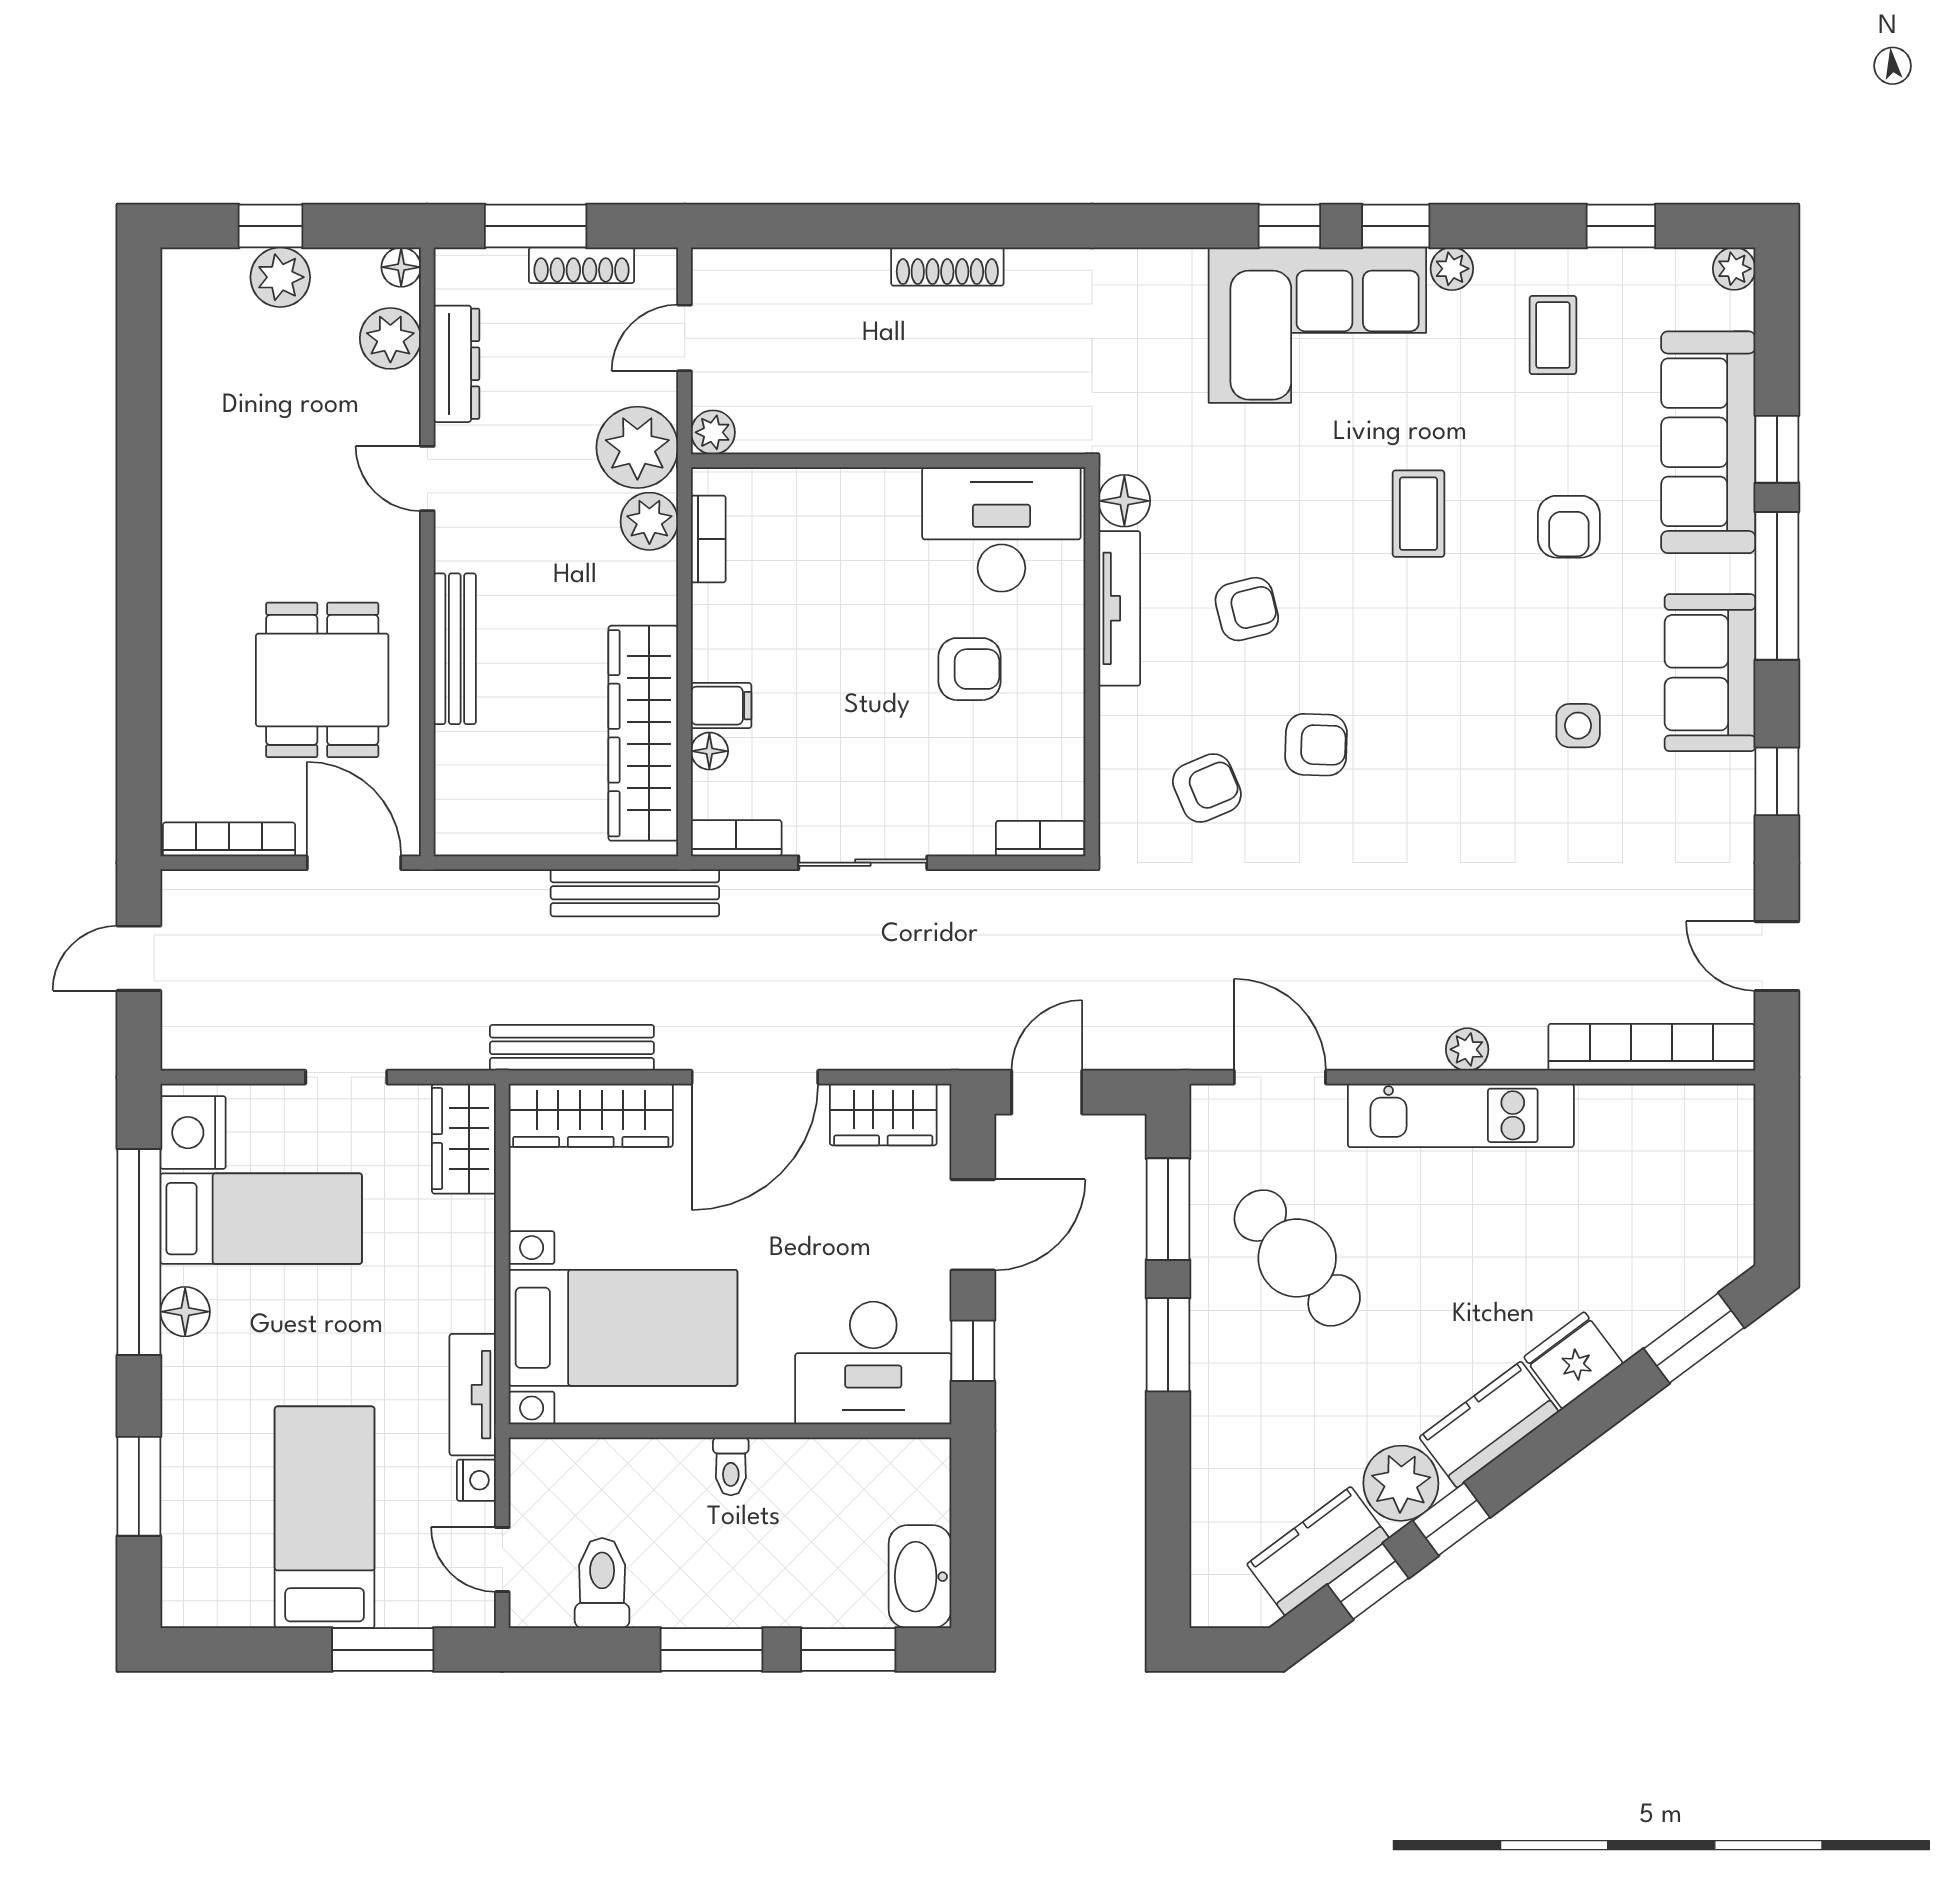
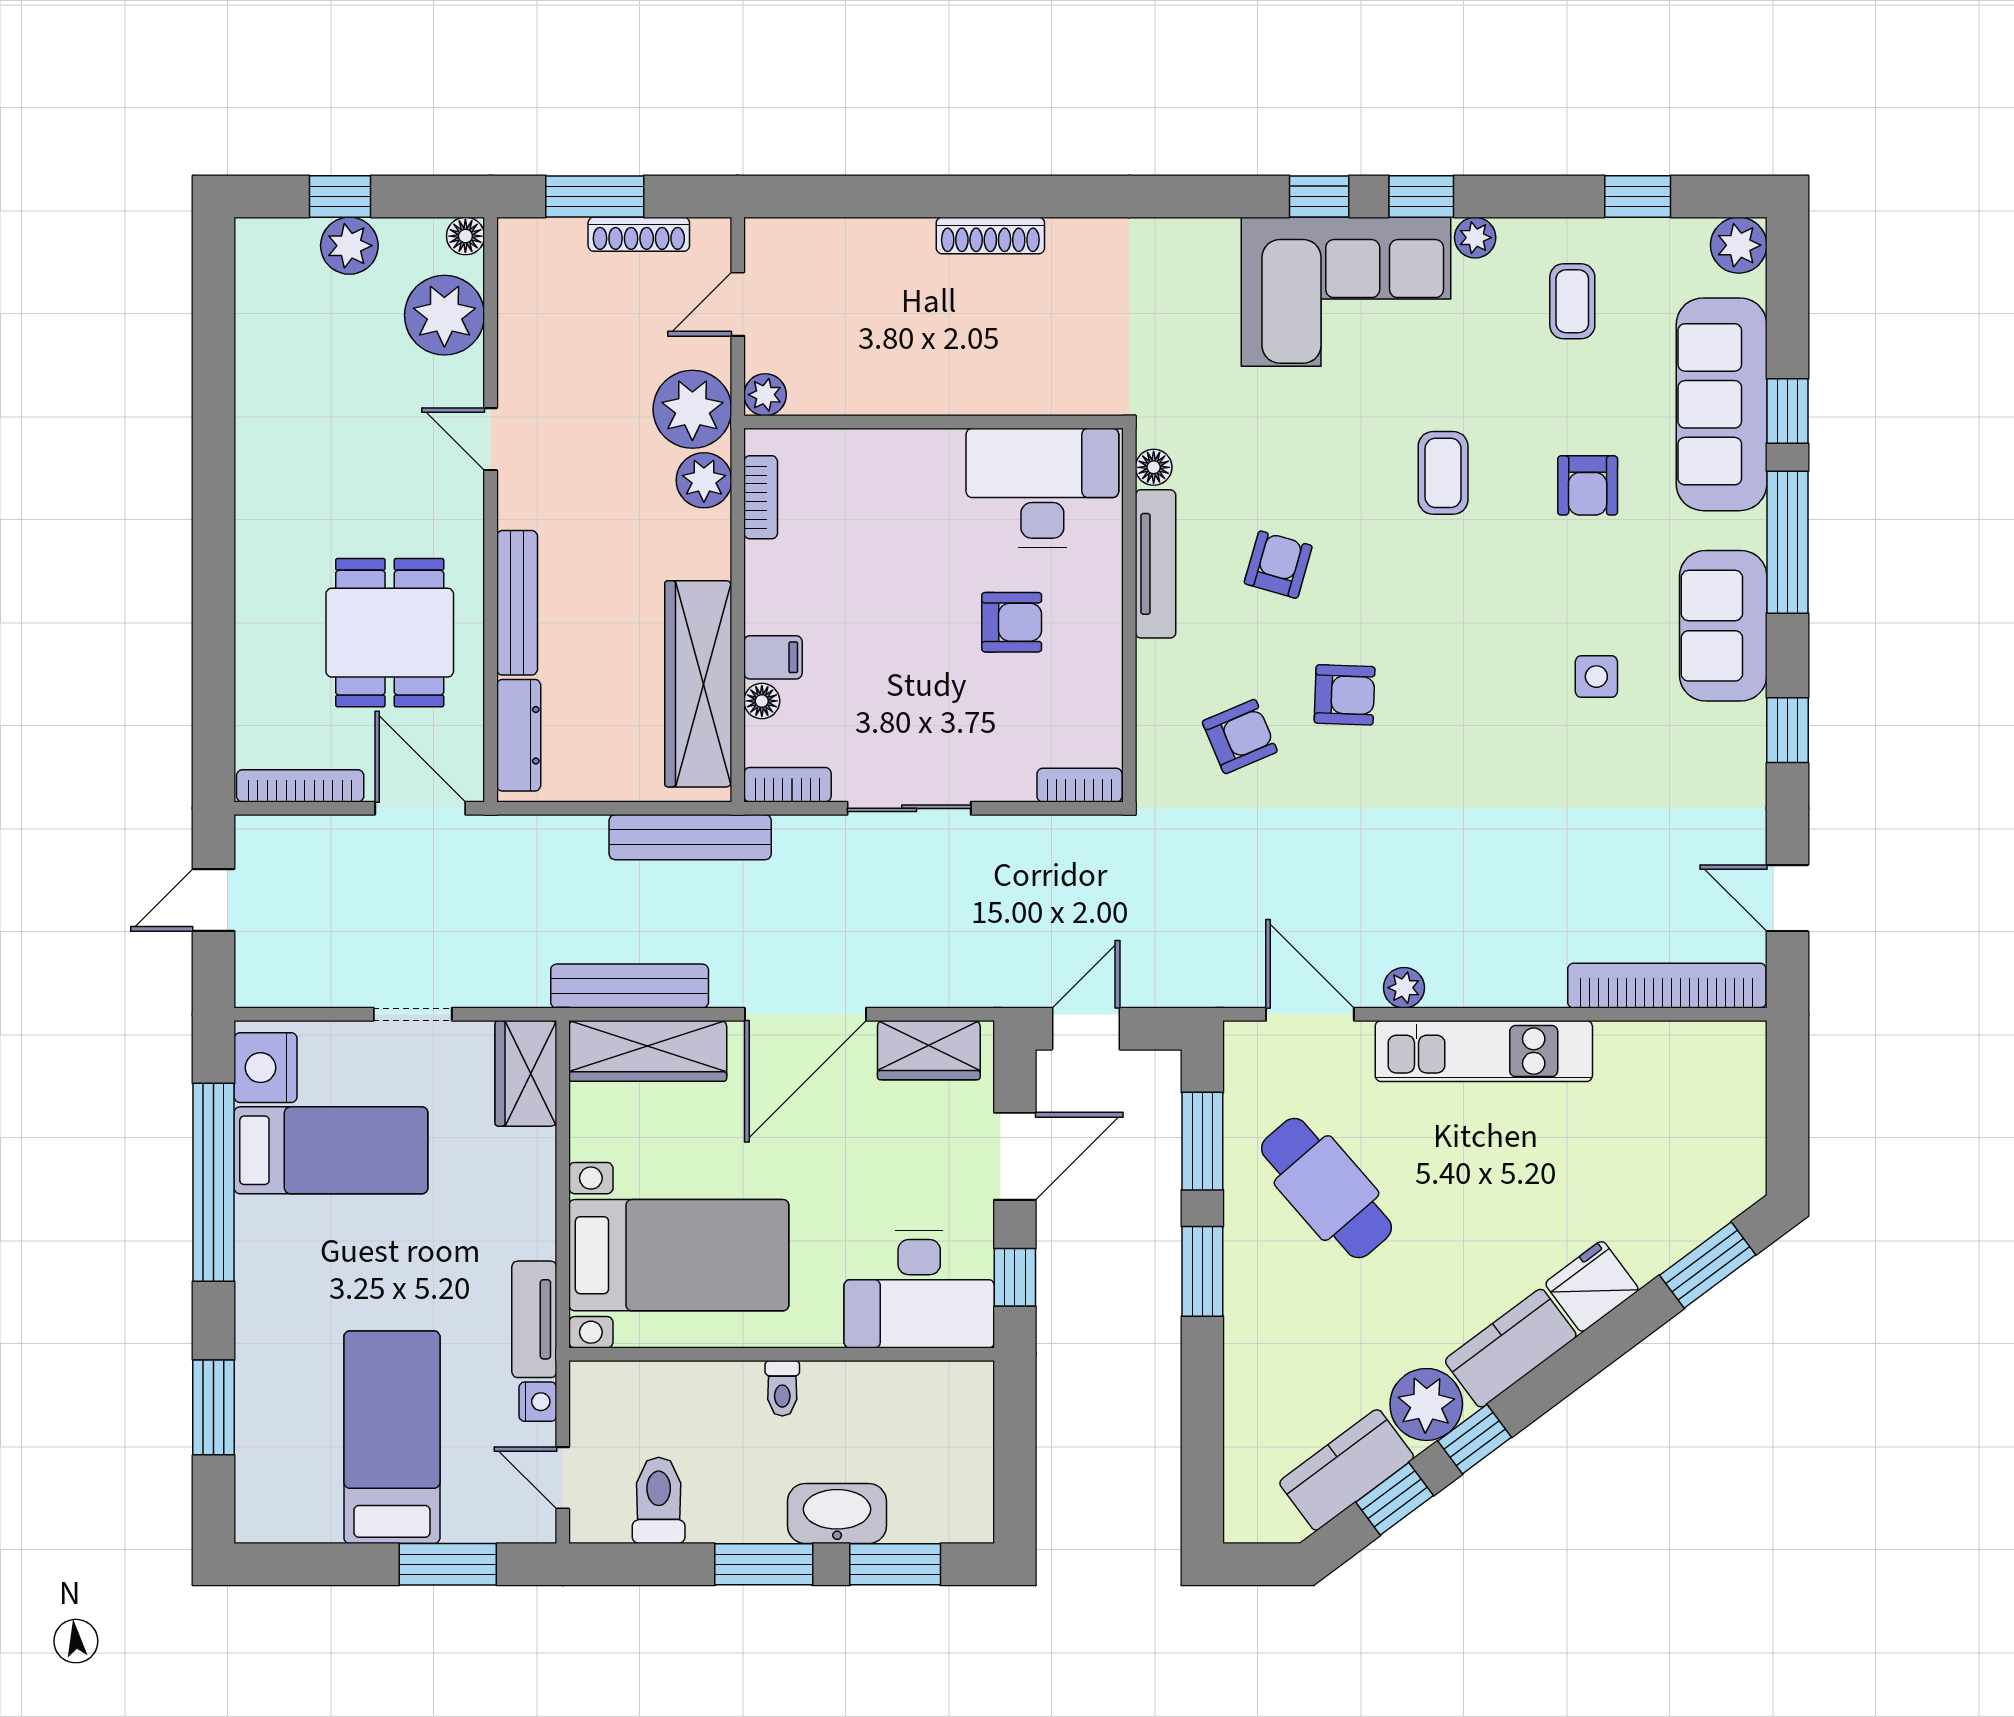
plant: (1734, 269) -> (1739, 245), width x1.38, depth x1.38
plant: (390, 338) -> (444, 315), width x1.36, depth x1.36
dresser: (456, 364) -> (519, 735), moved
floor lamp: (1124, 501) -> (1154, 467), width x0.73, depth x0.73
armchair: (1247, 609) -> (1278, 565), turned -60
plant: (1467, 1049) -> (1404, 988), moved
floor lamp: (185, 1312) -> (258, 1240), removed
washbasin: (920, 1577) -> (837, 1514), moved, turned 90

